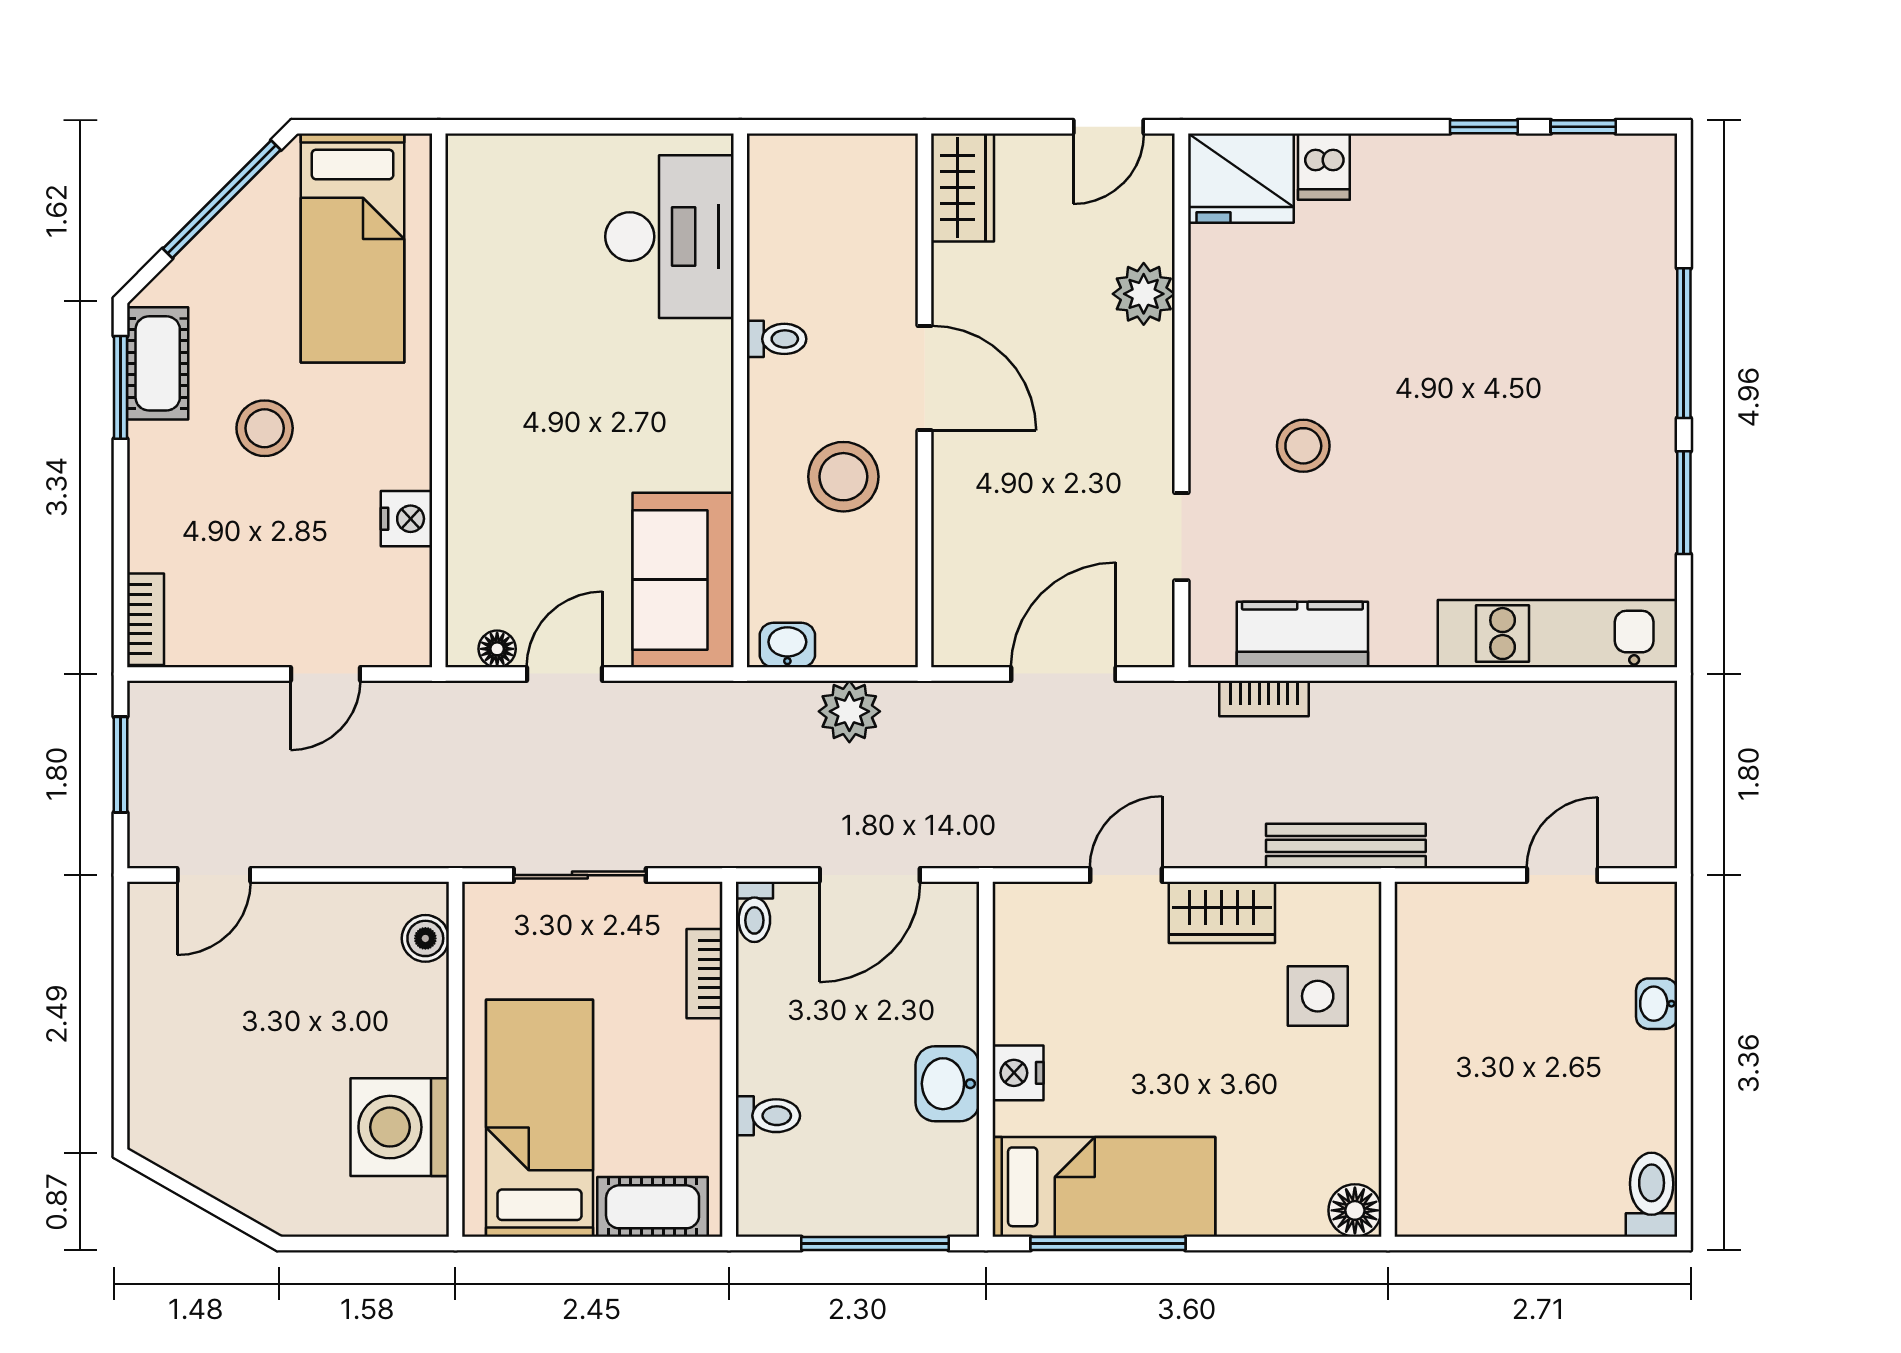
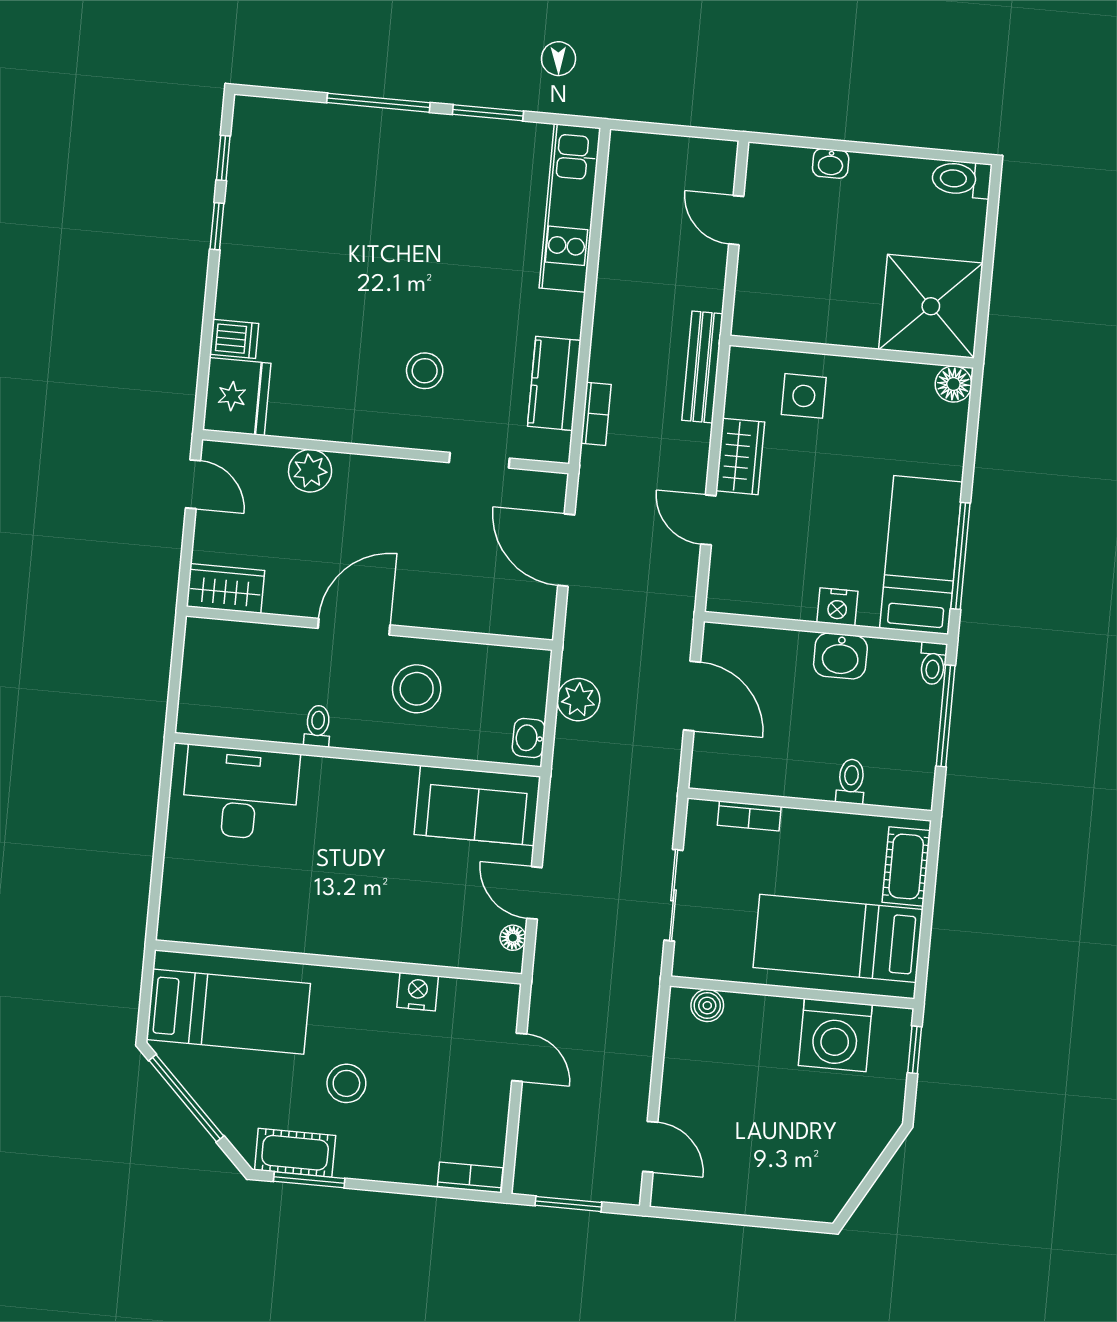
toilet: (754, 912) -> (933, 663), moved, turned 90
shower: (1464, 1167) -> (931, 306), added
window: (389, 1244) -> (915, 1050), added

